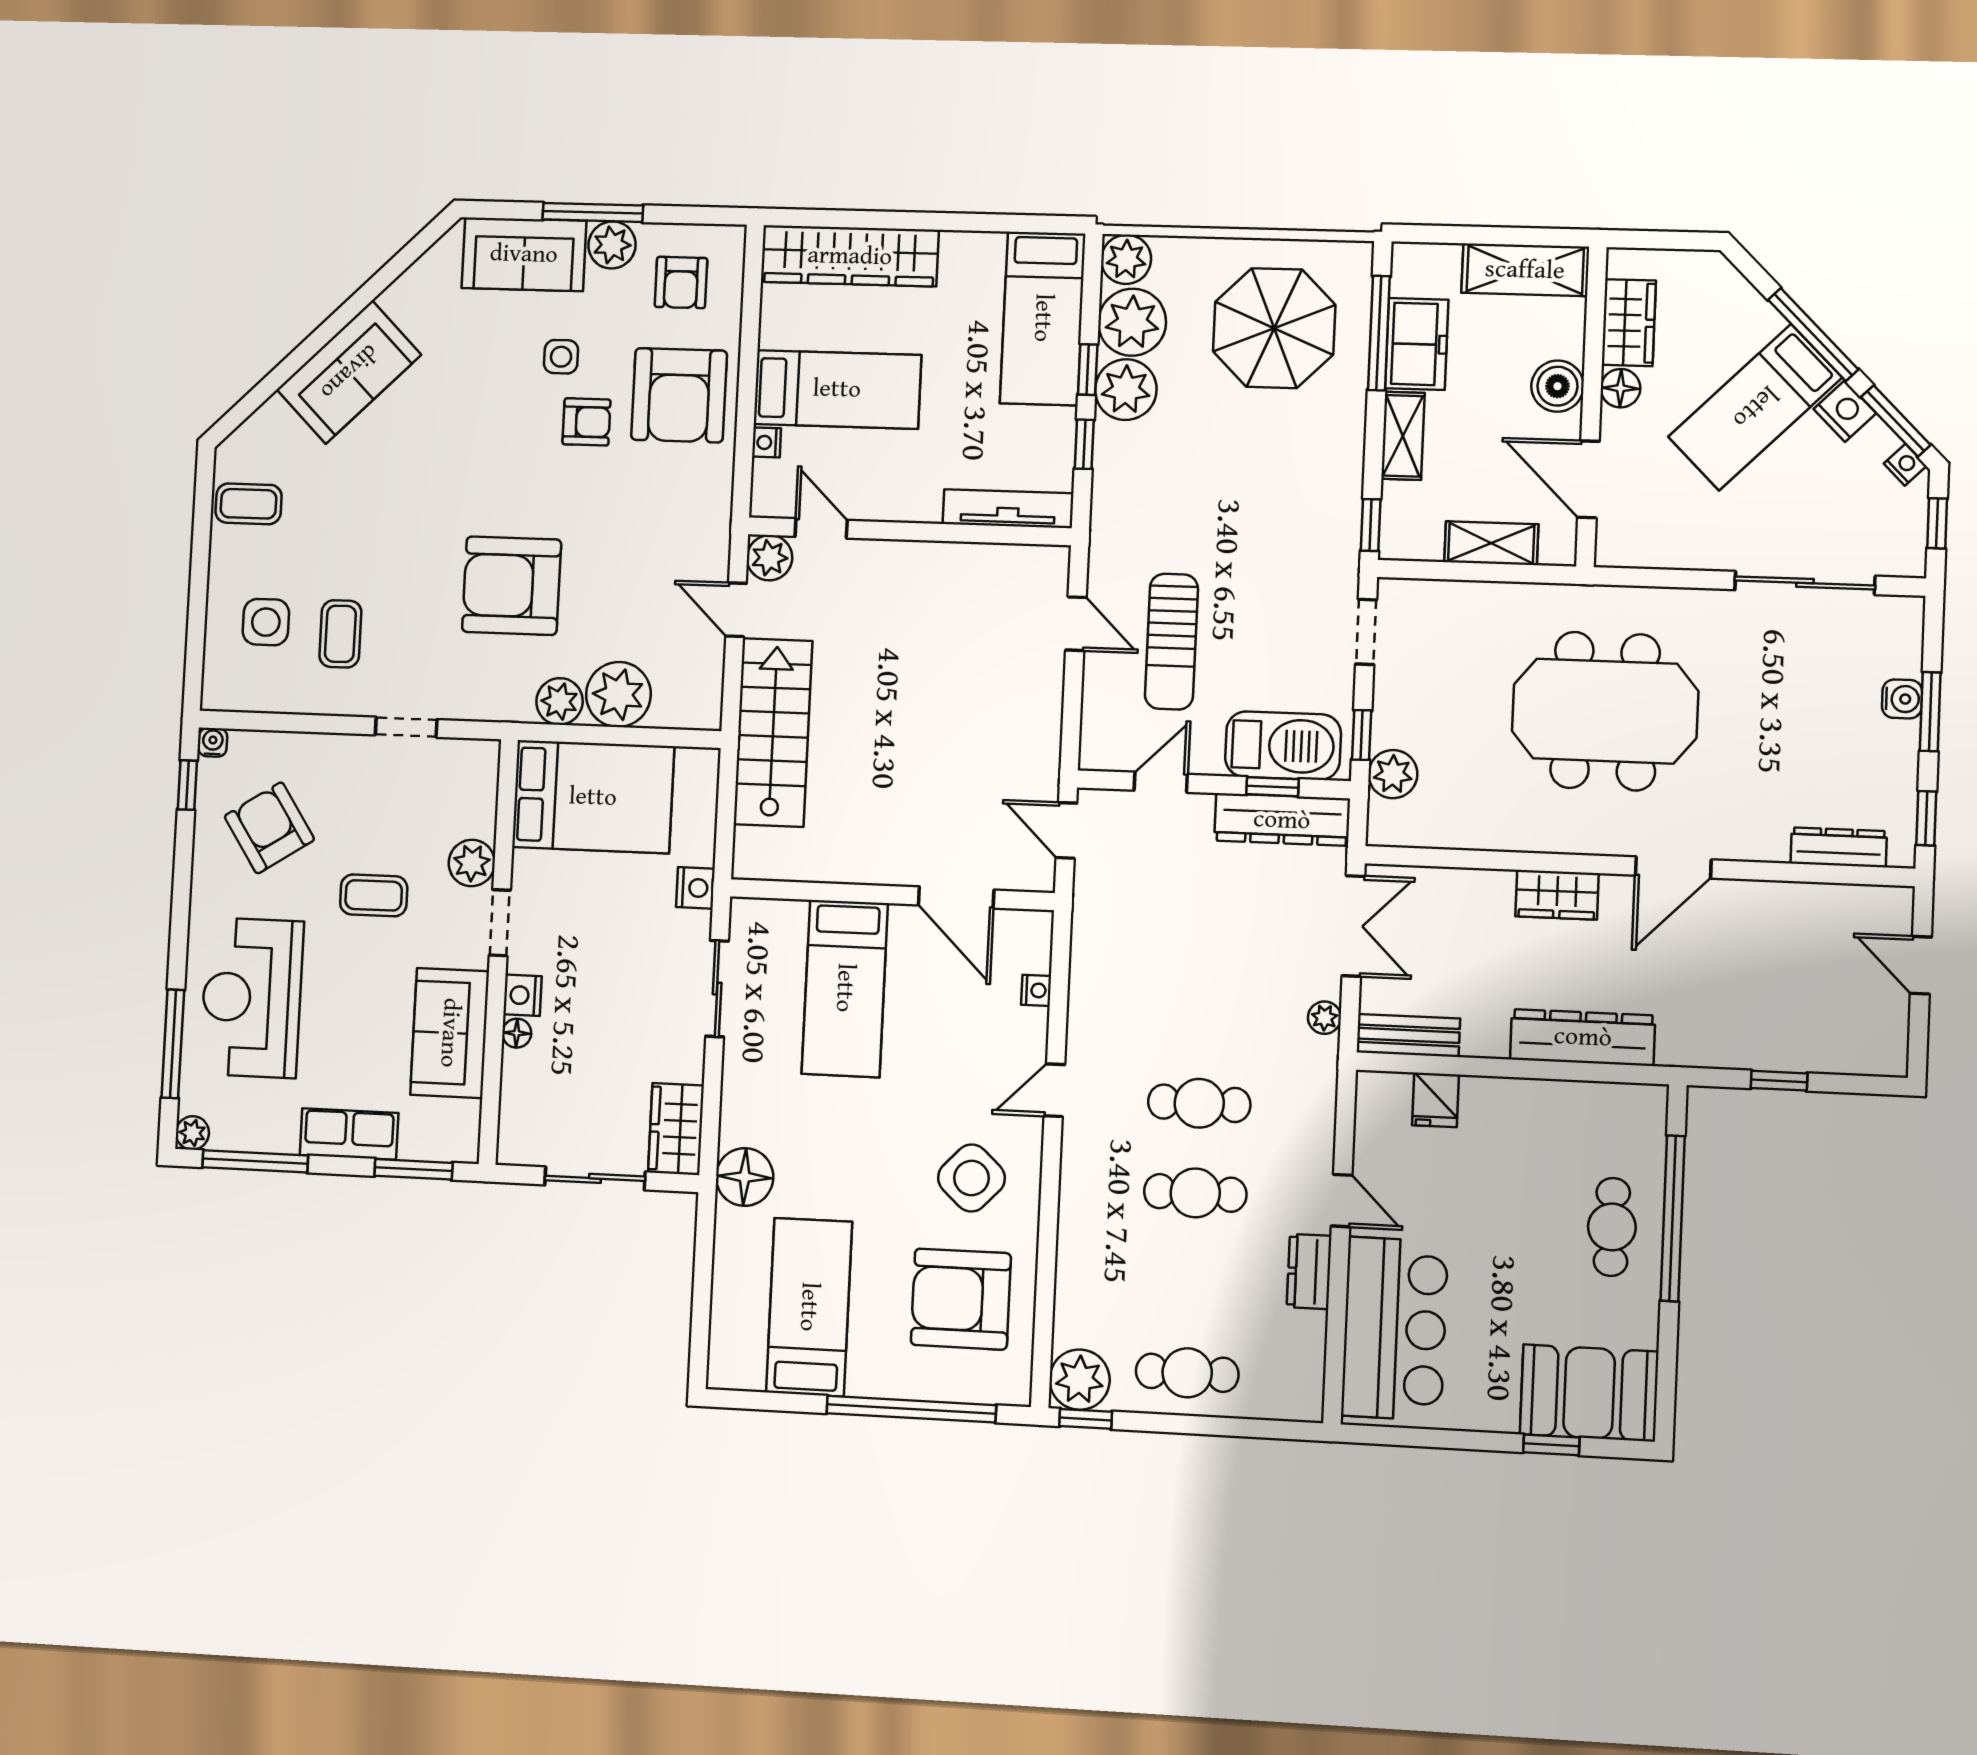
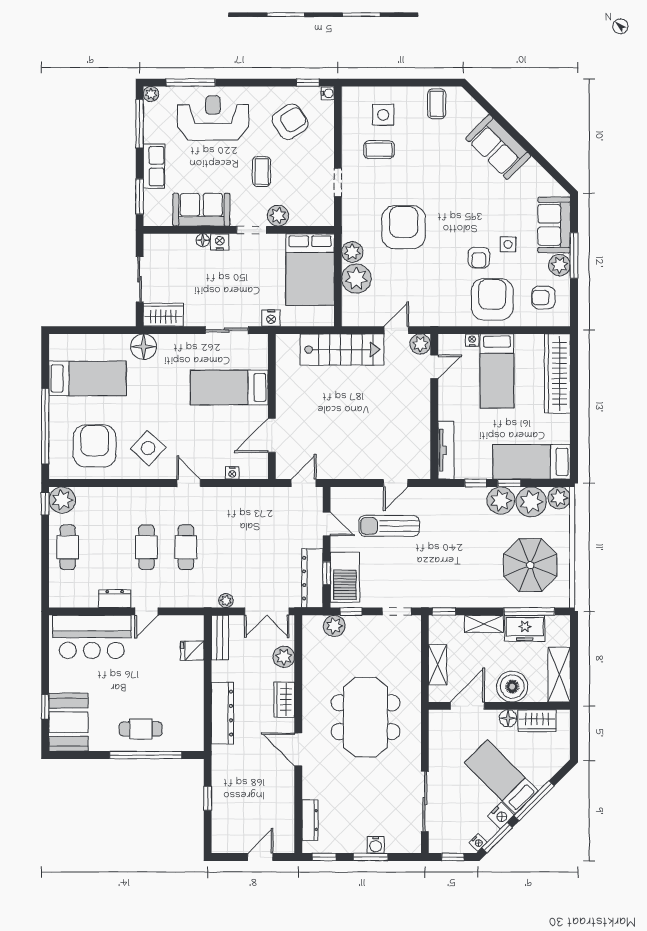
boiler: (1557, 386) -> (512, 687), width x1.37, depth x1.37
armchair: (679, 395) -> (492, 299), turned 90
plant: (1459, 892) -> (284, 657), added

